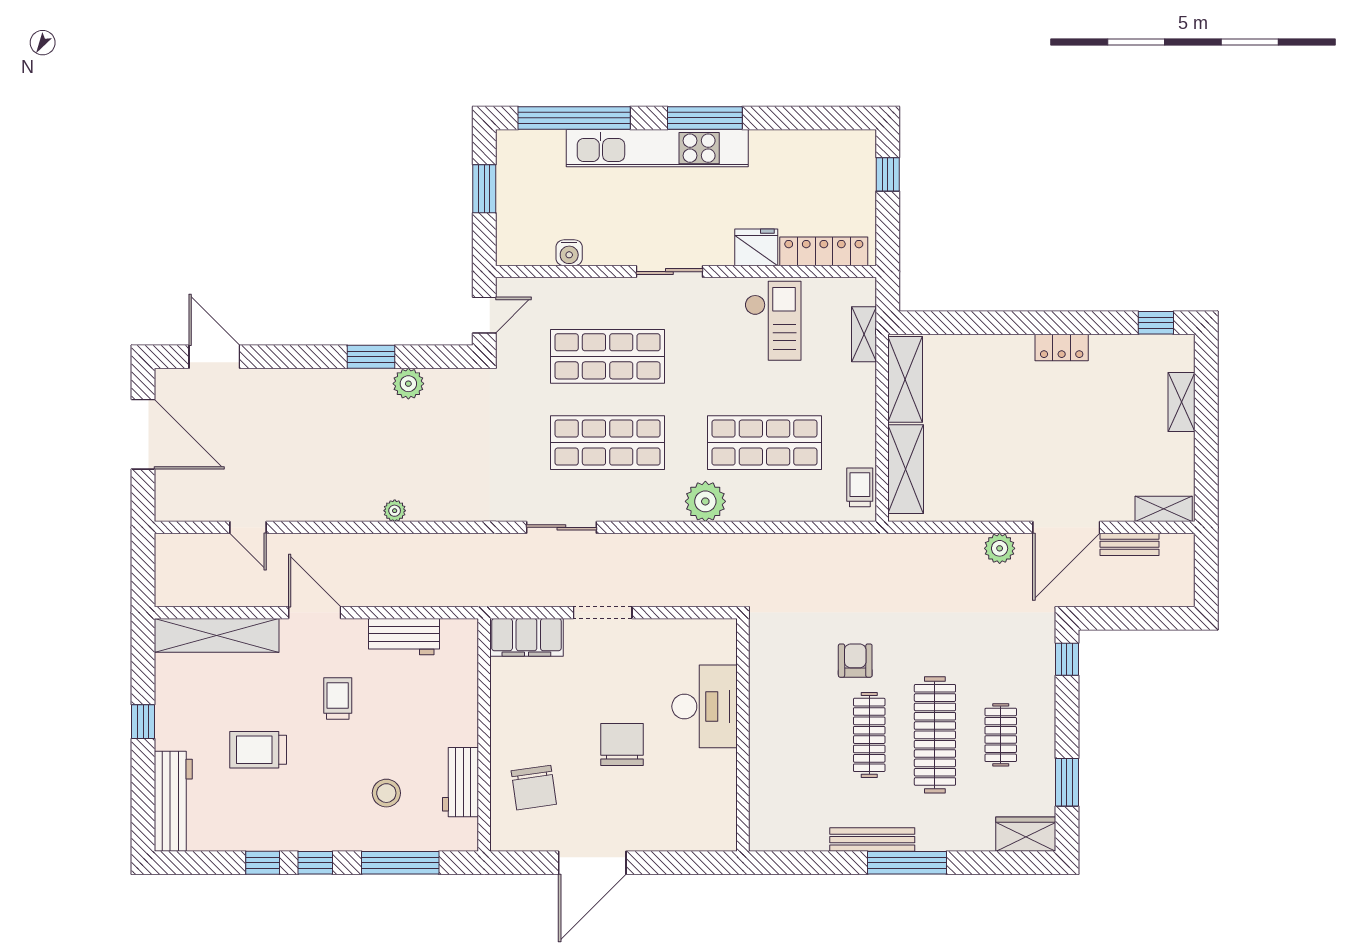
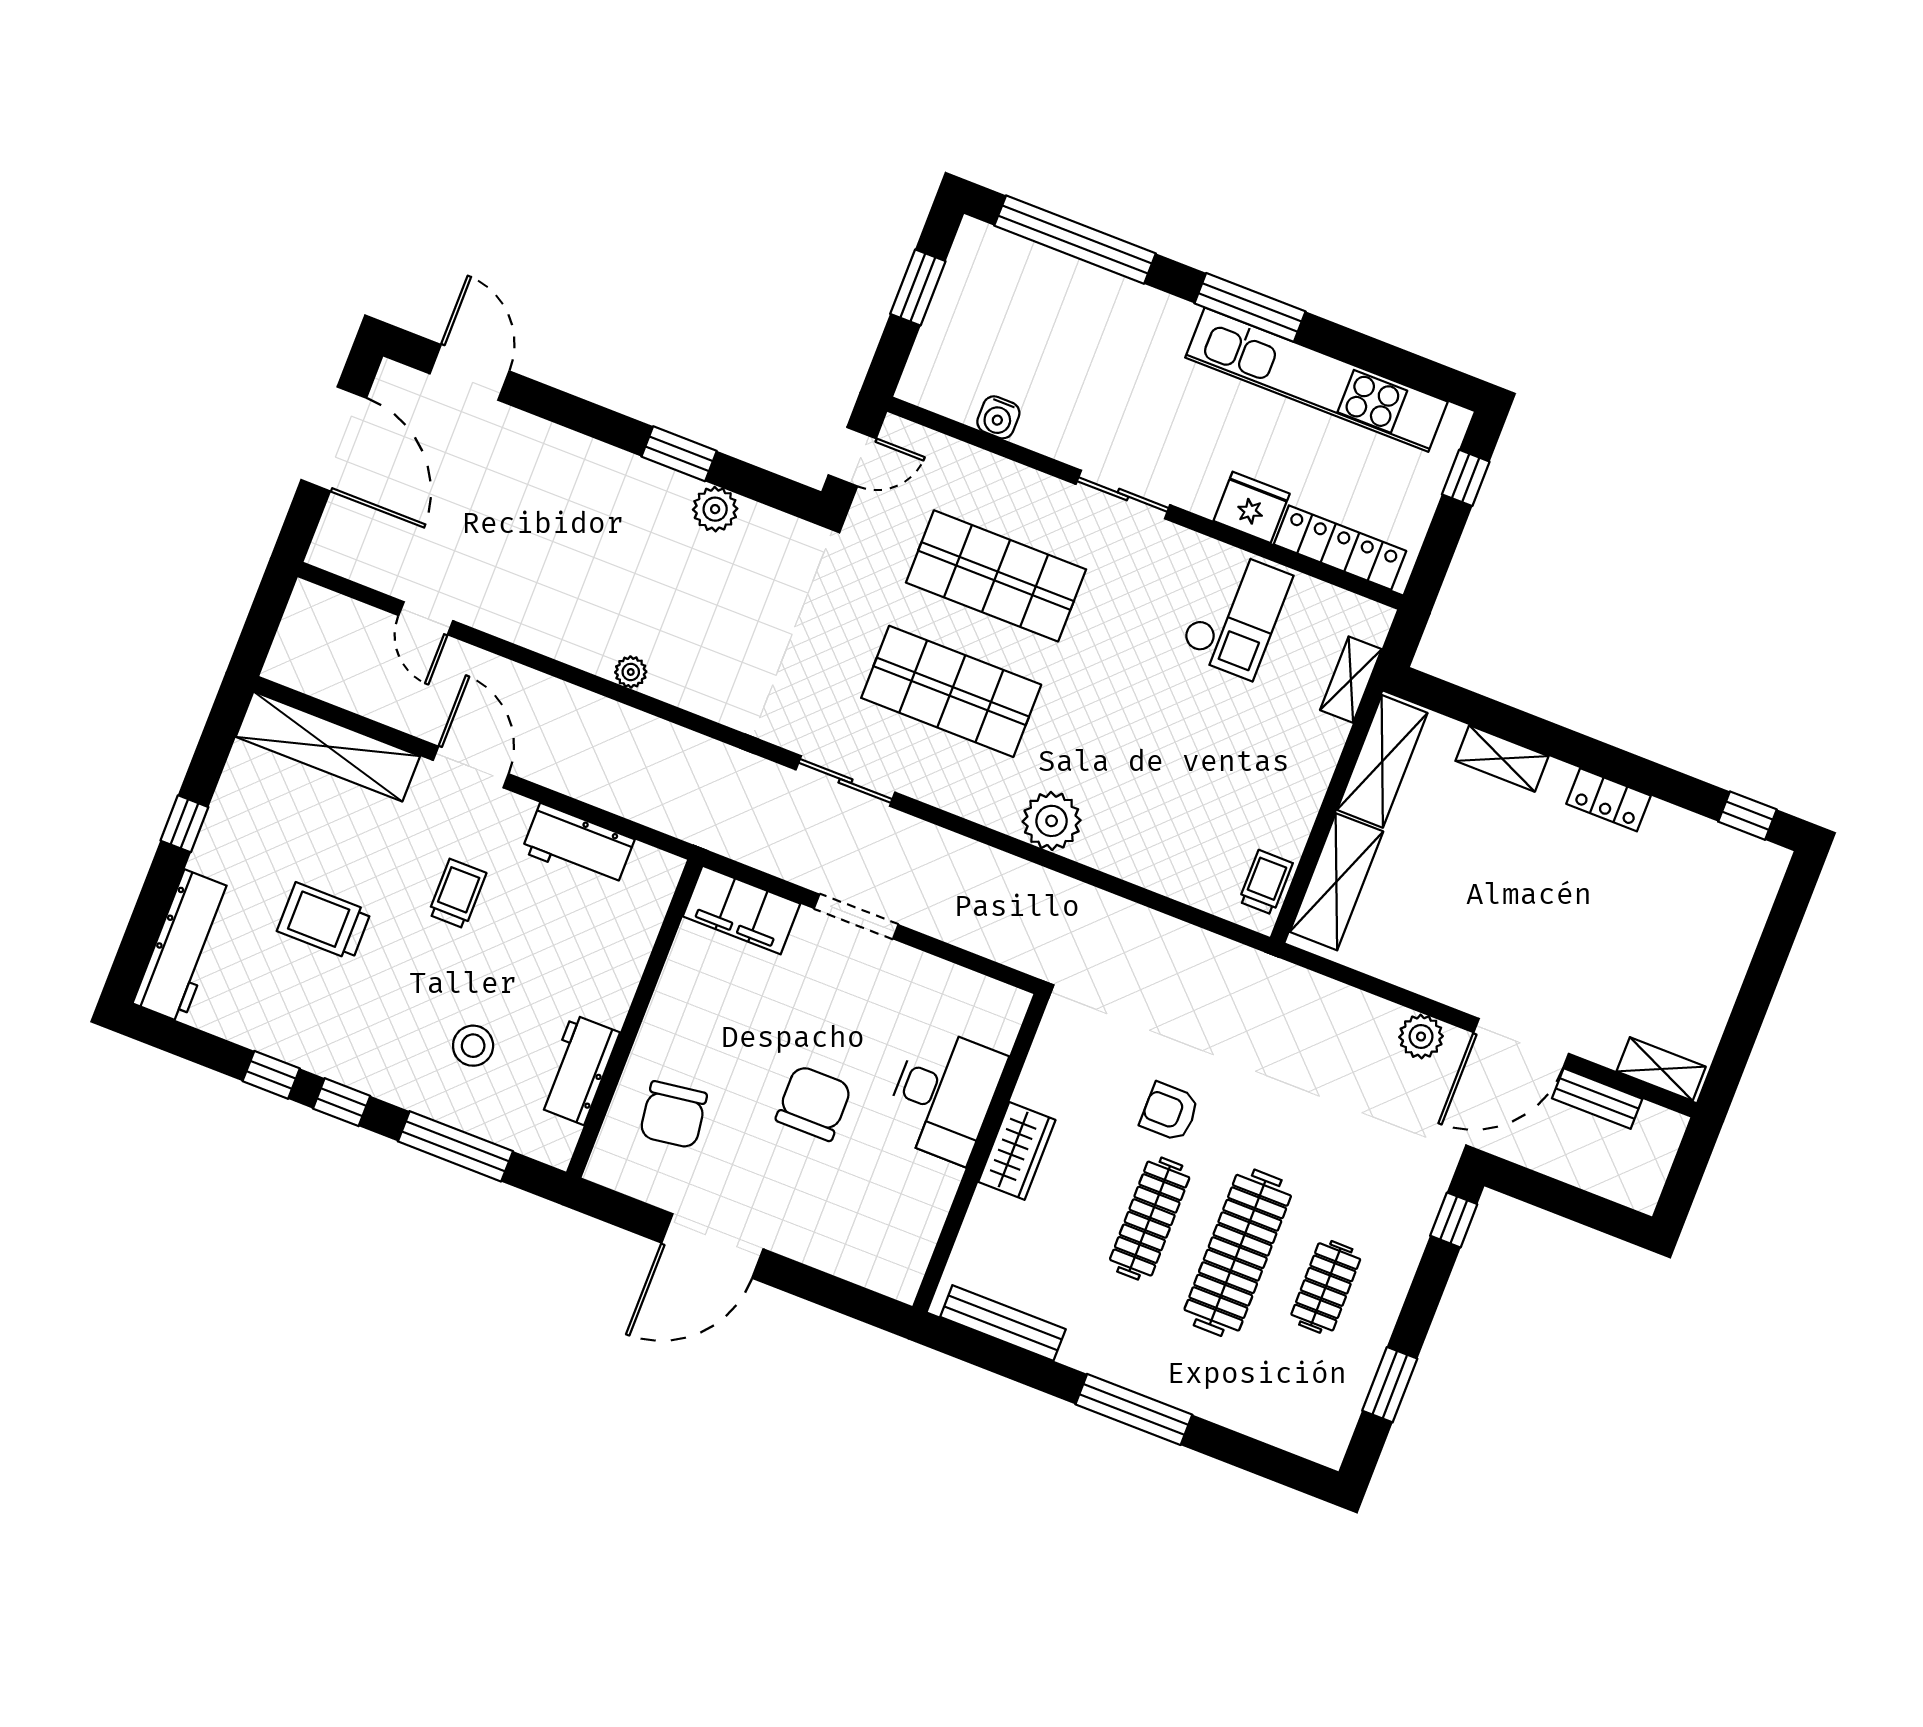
kitchen unit: (657, 148) -> (1316, 380), moved
shelving: (1182, 402) -> (1502, 758), moved, turned 90
shop shelf: (764, 443) -> (1161, 773), removed
armchair: (855, 661) -> (1170, 1112), turned -90
wardrobe: (1026, 834) -> (1017, 1151), moved, turned 90
bench: (872, 840) -> (1003, 1323), moved

